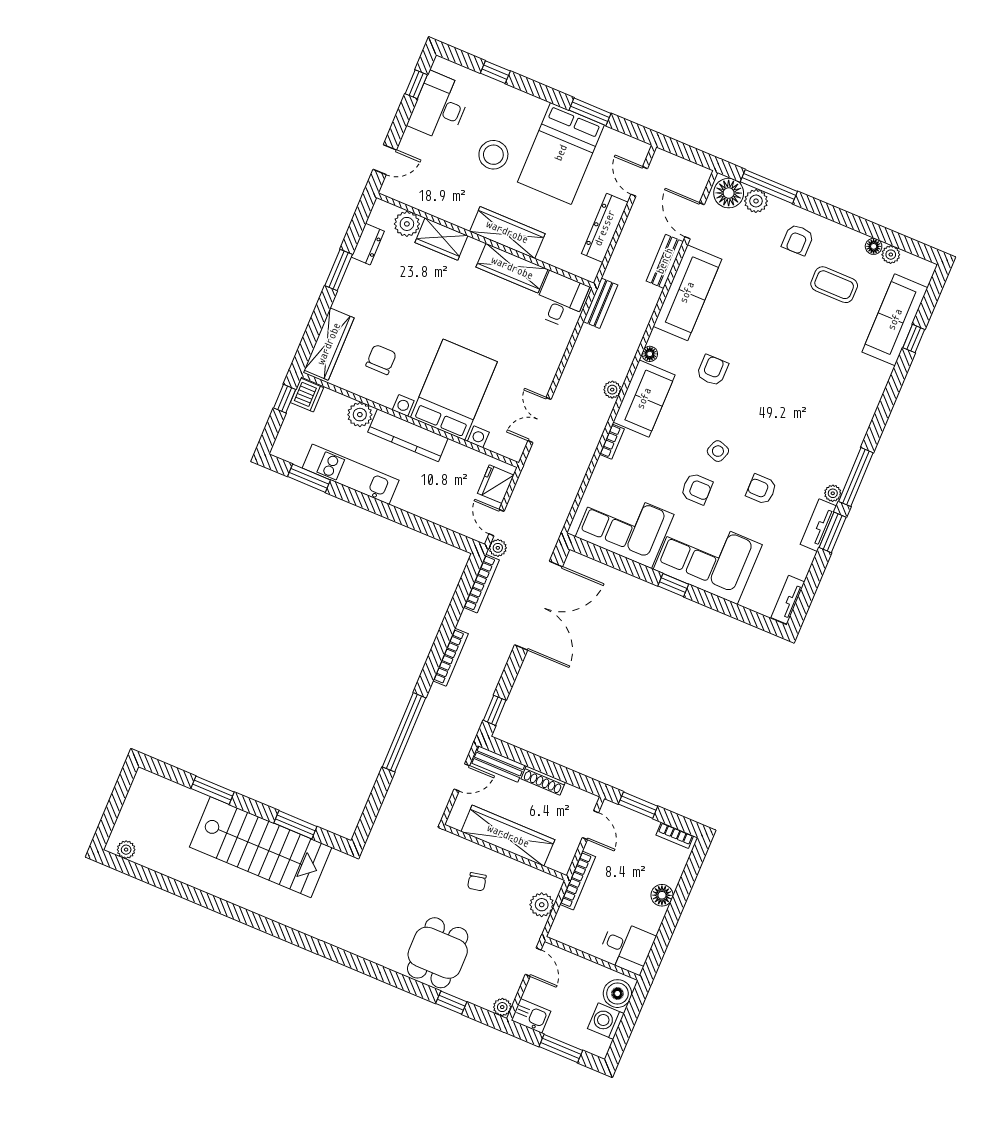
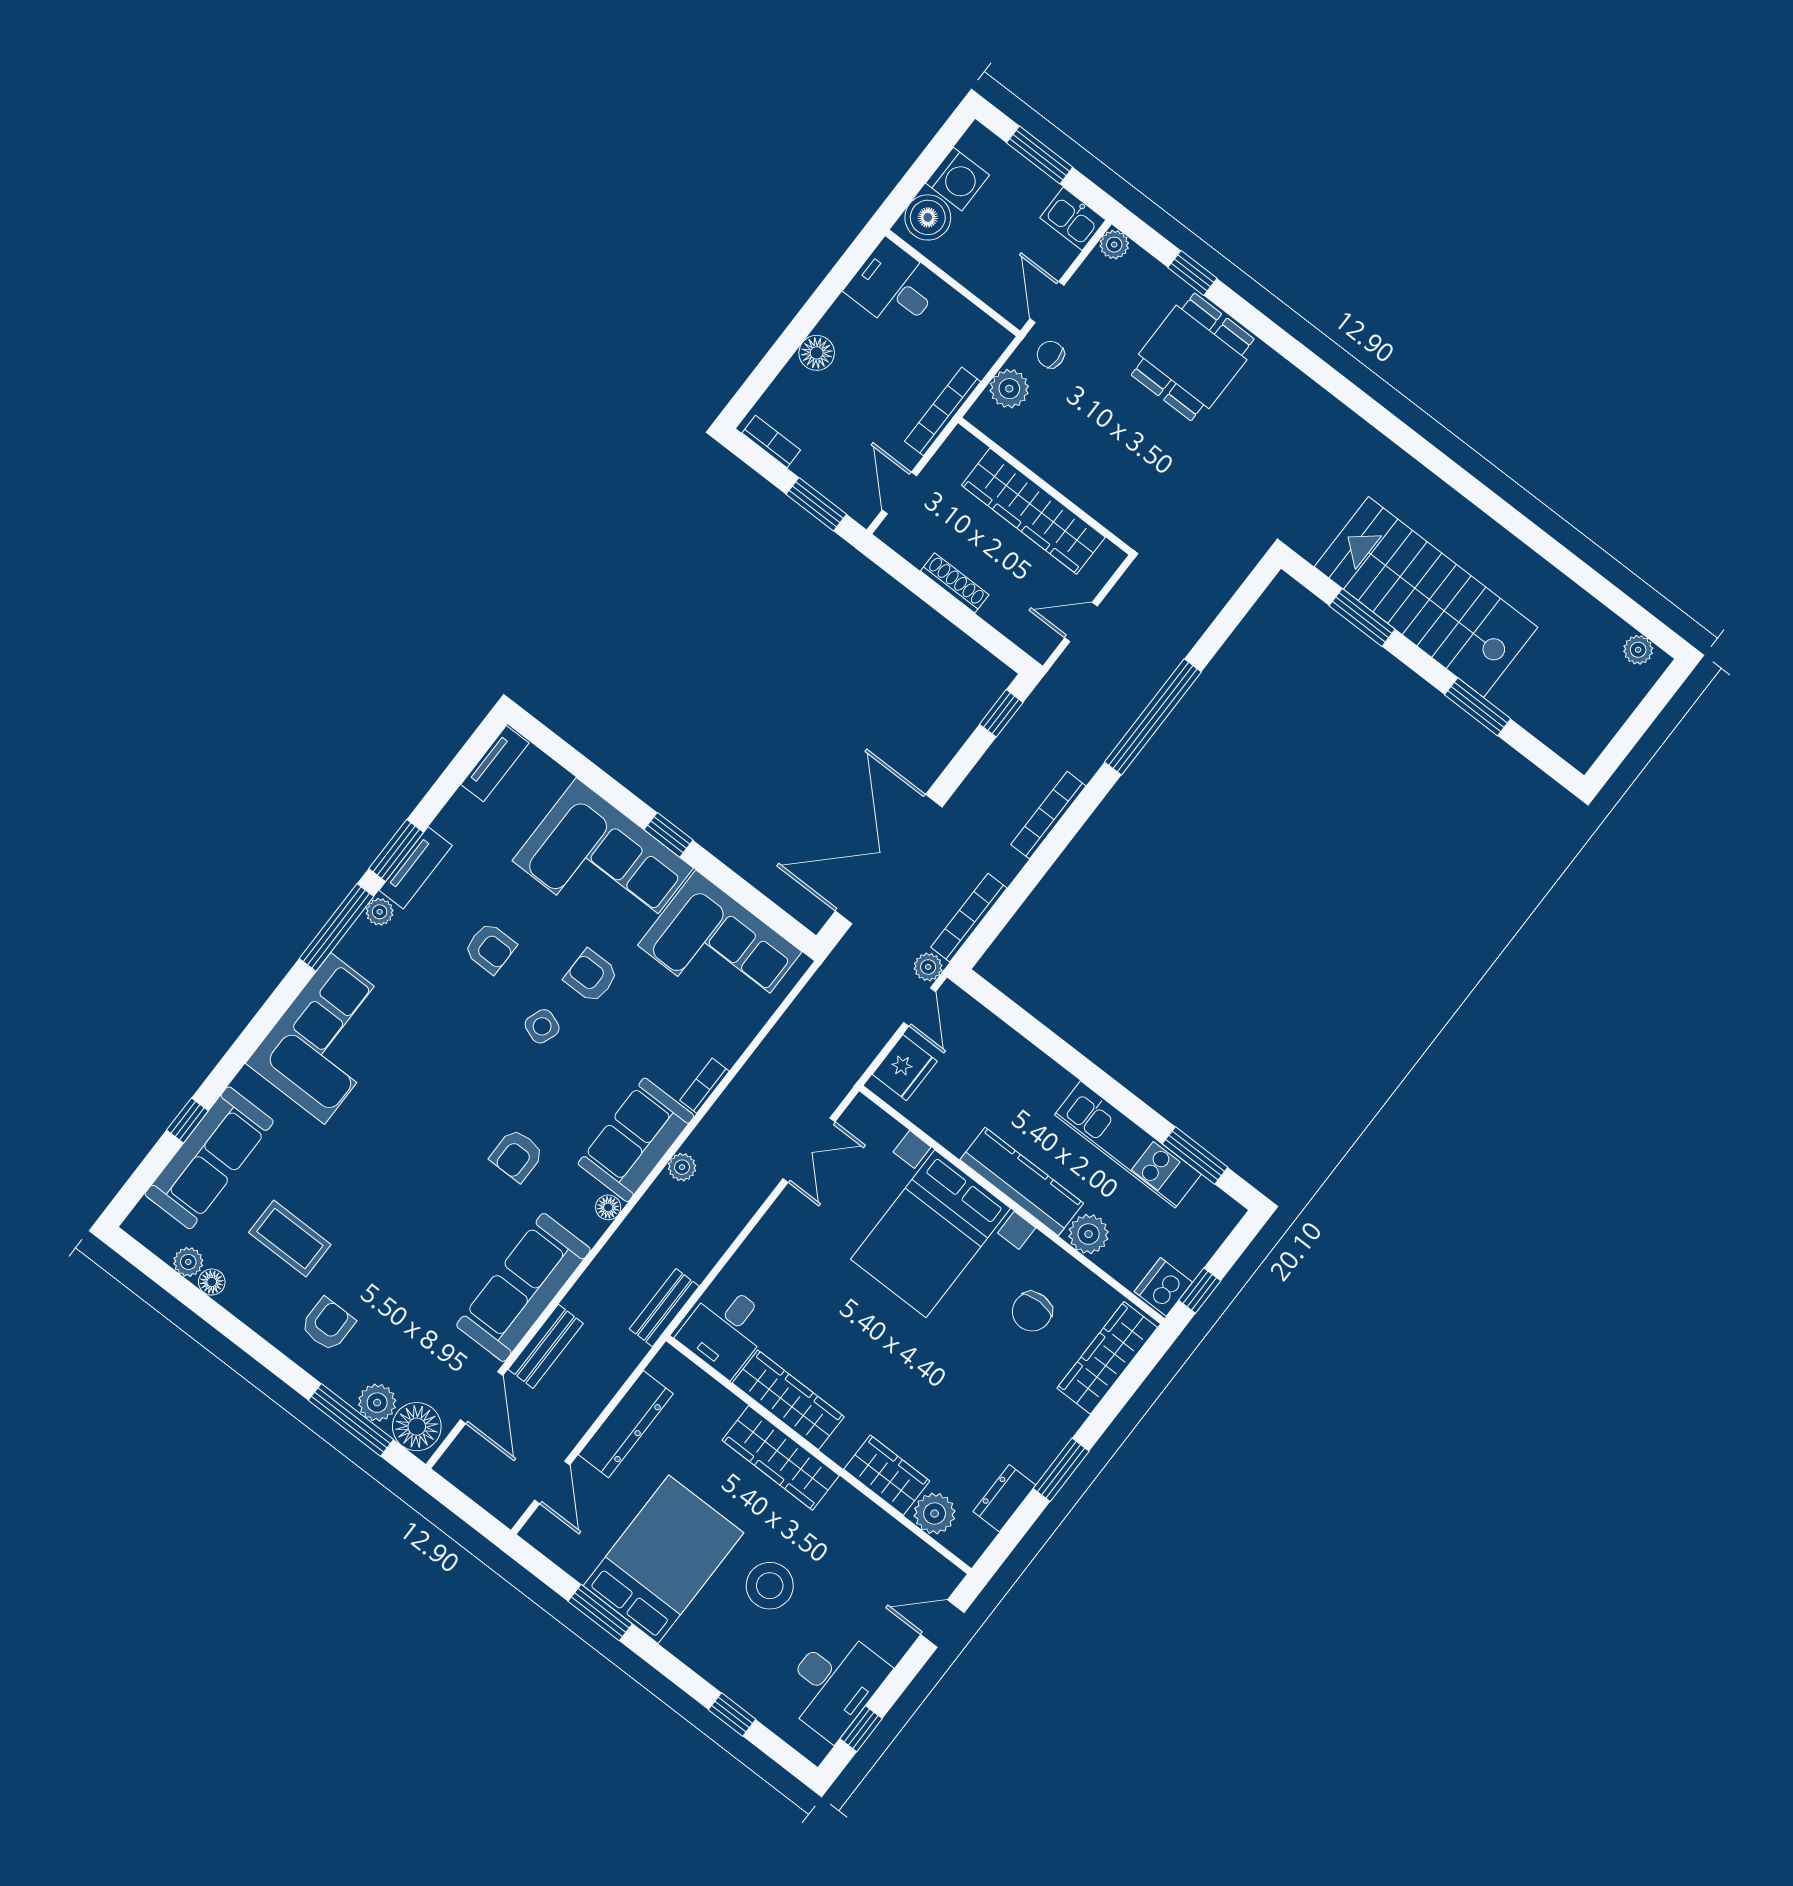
corner sofa: (844, 410) -> (328, 1039), added
bench: (498, 764) -> (1018, 627), removed
chair: (477, 882) -> (1051, 355), moved, turned -78

